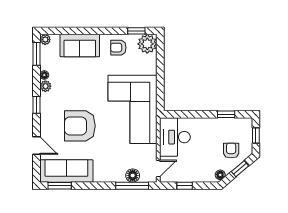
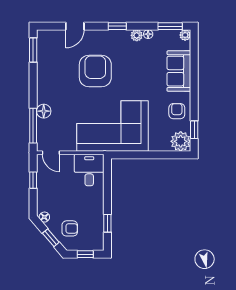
desk: (175, 137) -> (89, 170), width x0.73
sofa: (66, 171) -> (48, 57), removed
floor lamp: (133, 175) -> (44, 111), moved

